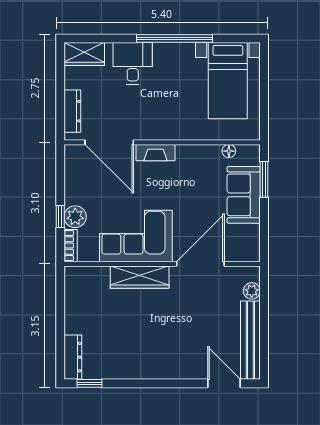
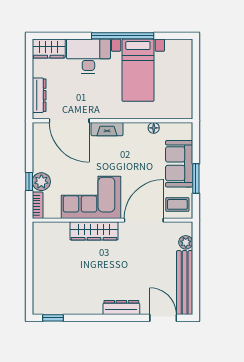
desk: (133, 63) -> (88, 56), width x1.37
bed with nightstands: (228, 81) -> (138, 70), moved
floor lamp: (229, 151) -> (154, 128), moved
window: (264, 179) -> (196, 179), moved
coffee table: (241, 245) -> (177, 204), added
dresser: (73, 357) -> (121, 308), moved, turned -90

